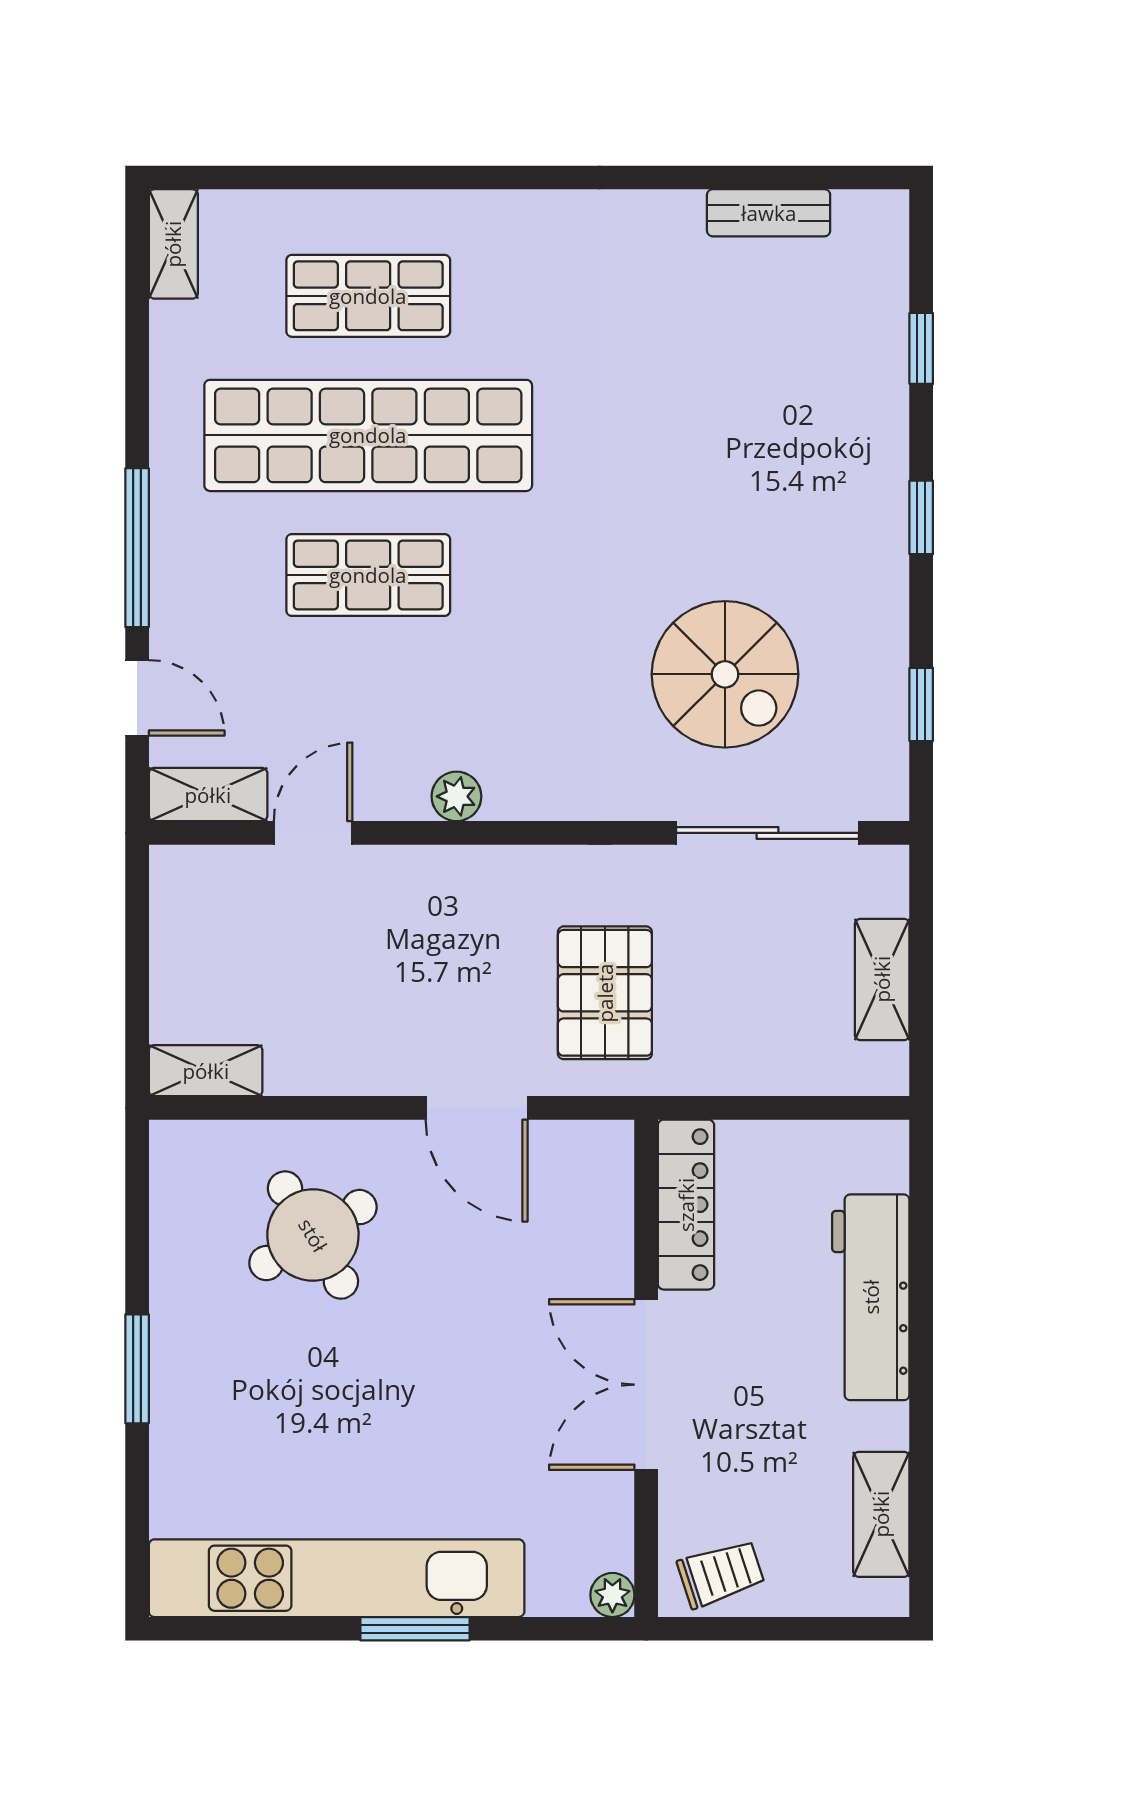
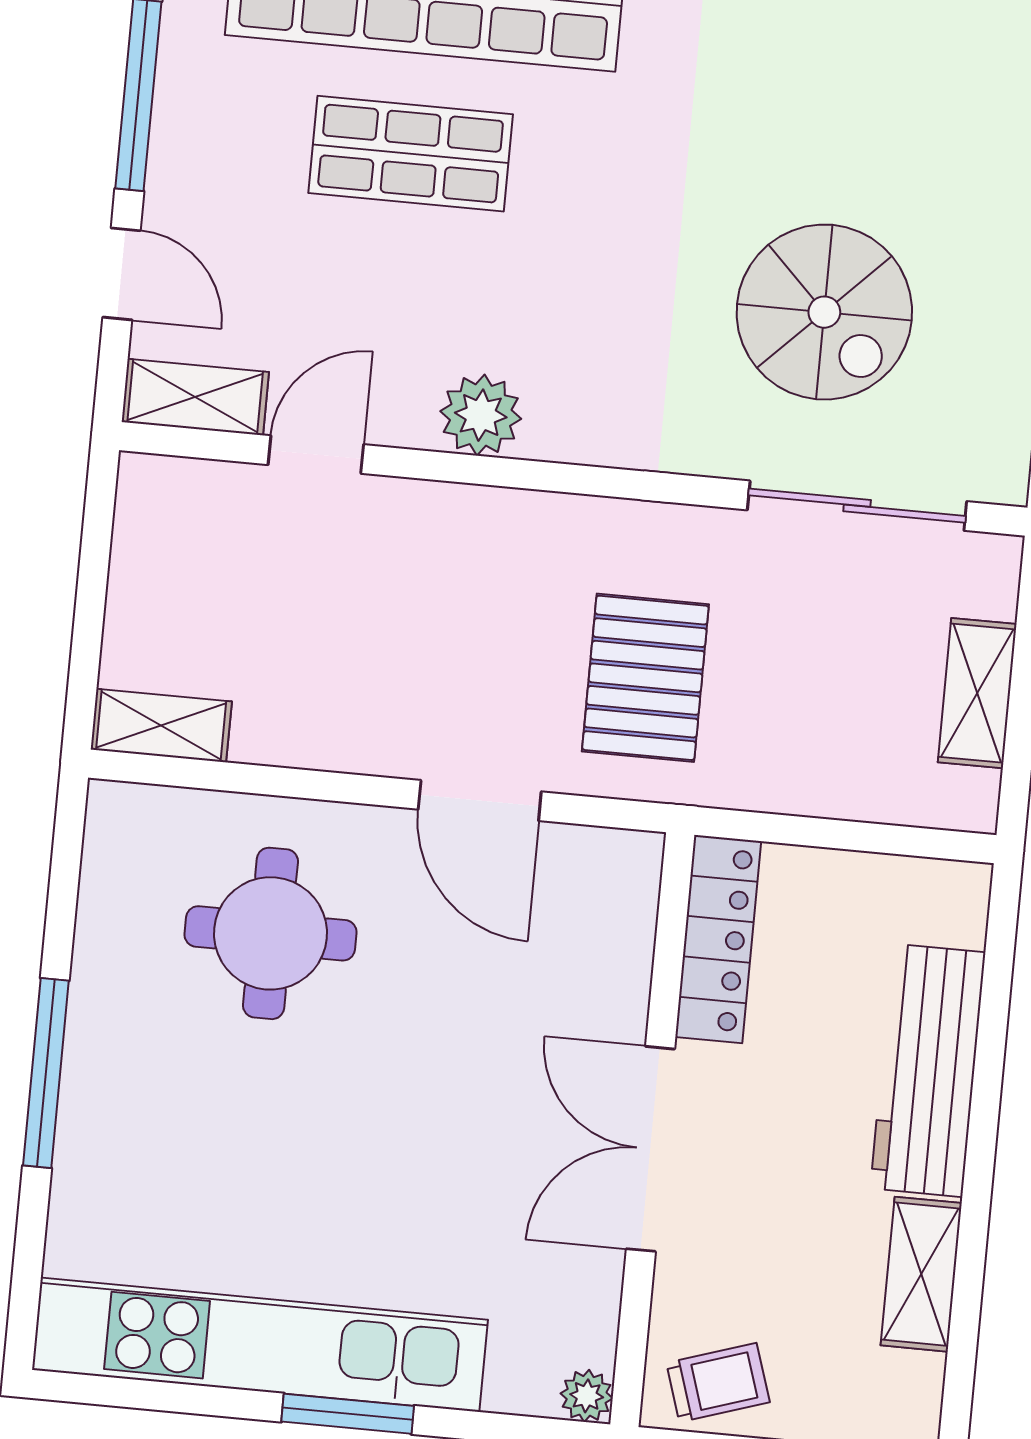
plant: (456, 796) -> (481, 415), width x1.38, depth x1.38
round table: (313, 1235) -> (270, 933), turned 31
window: (137, 1369) -> (46, 1073), width x1.44
shelving: (881, 1514) -> (921, 1274), moved

